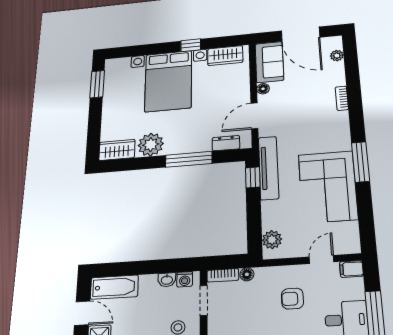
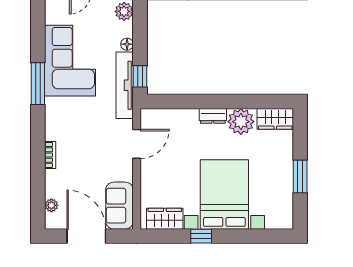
window: (97, 84) -> (300, 177), moved
floor lamp: (263, 89) -> (127, 44), moved
dresser: (226, 143) -> (213, 116), moved
window: (189, 159) -> (202, 102), removed

